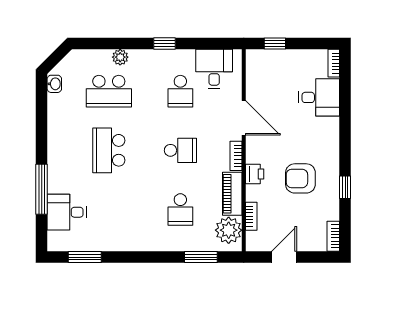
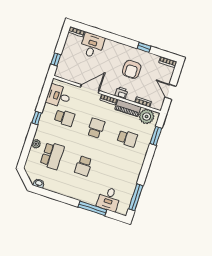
school desk: (109, 150) -> (83, 166), width x0.54
window: (85, 257) -> (136, 197), width x1.44

